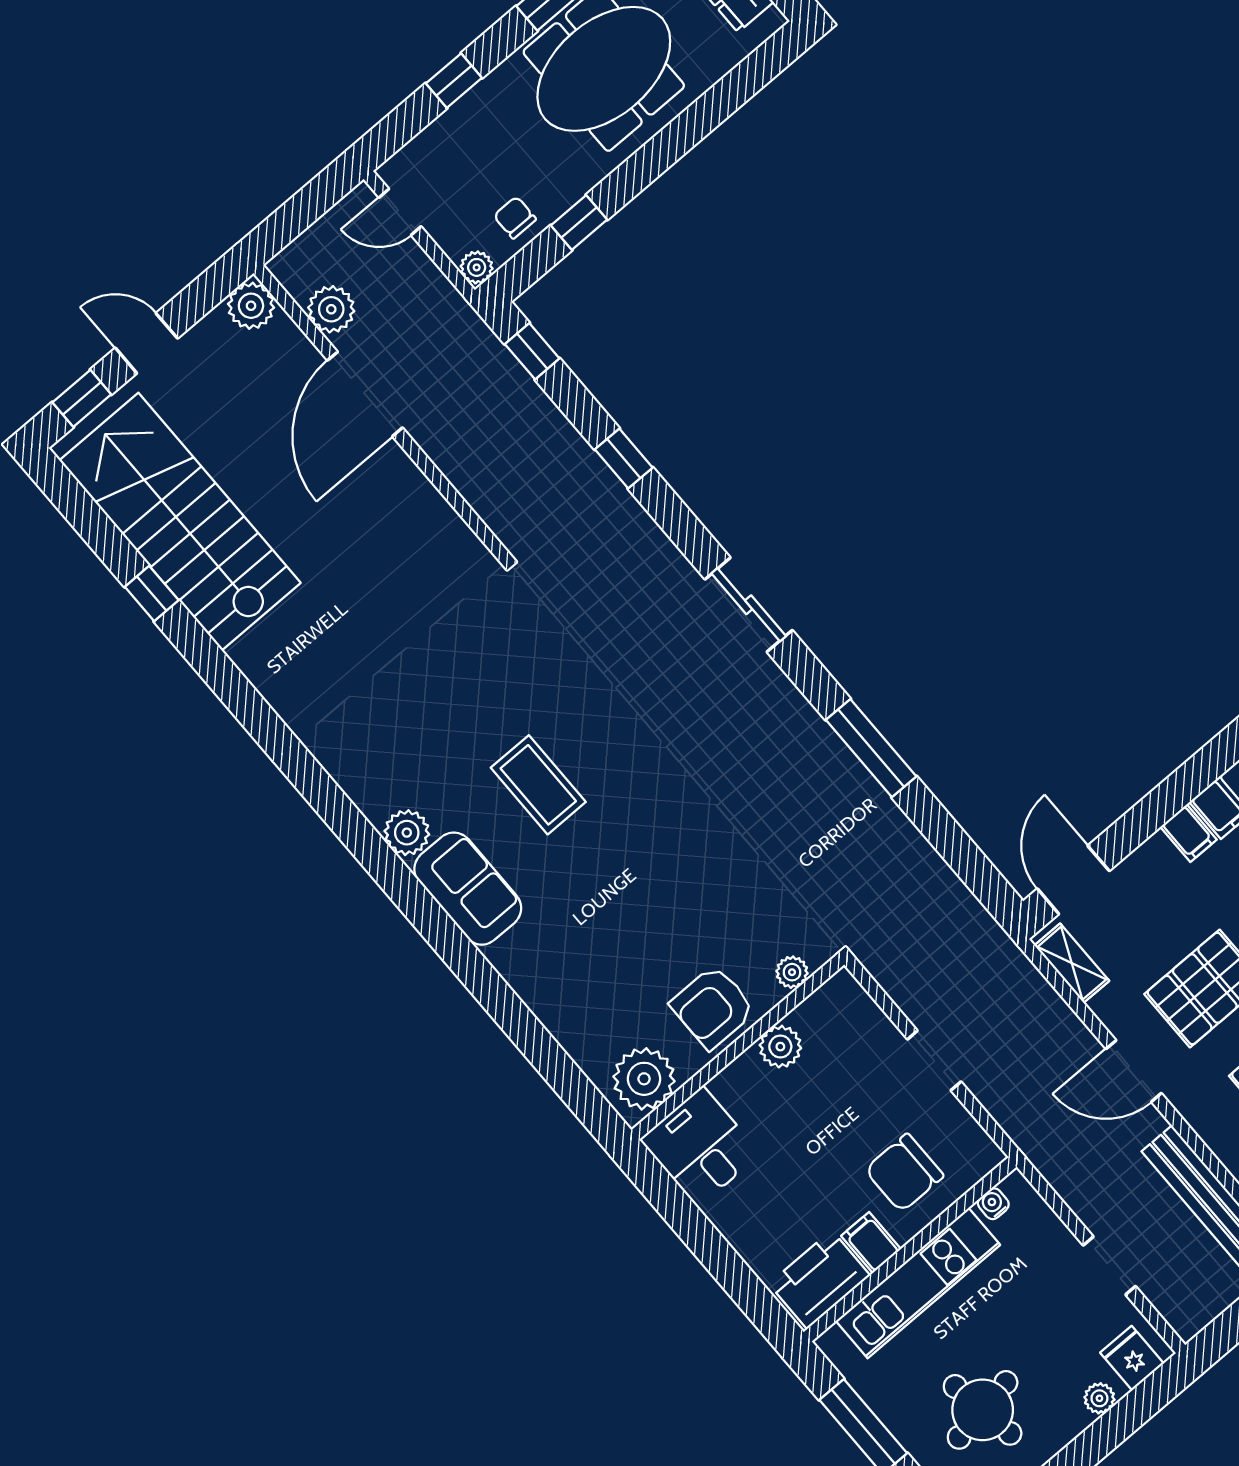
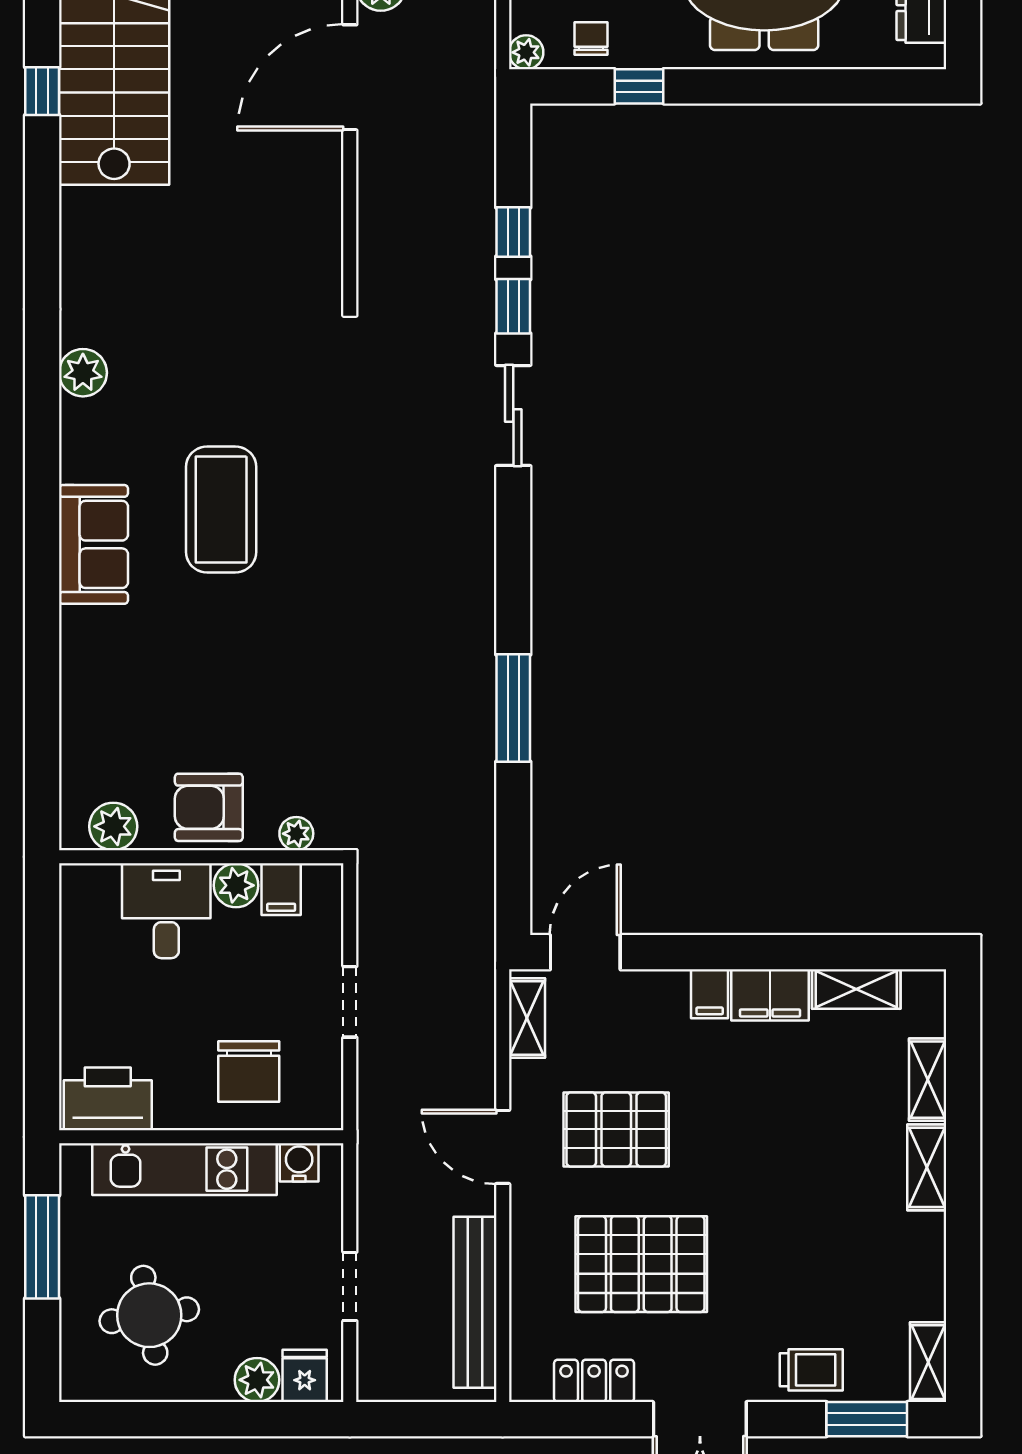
window: (532, 351) -> (513, 232), moved
sliding door: (749, 605) -> (513, 416), moved
coffee table: (538, 785) -> (221, 509), width x1.36, depth x1.32
plant: (407, 833) -> (83, 373), moved
plant: (644, 1079) -> (113, 826), width x0.73, depth x0.73
desk: (700, 1147) -> (166, 911), moved
chair: (904, 1173) -> (249, 1071), turned -90
water cooler: (993, 1204) -> (299, 1162), width x1.38, depth x1.38
filing cabinet: (871, 1242) -> (281, 889), moved, turned 180
plant: (1099, 1398) -> (257, 1380), width x1.38, depth x1.38

